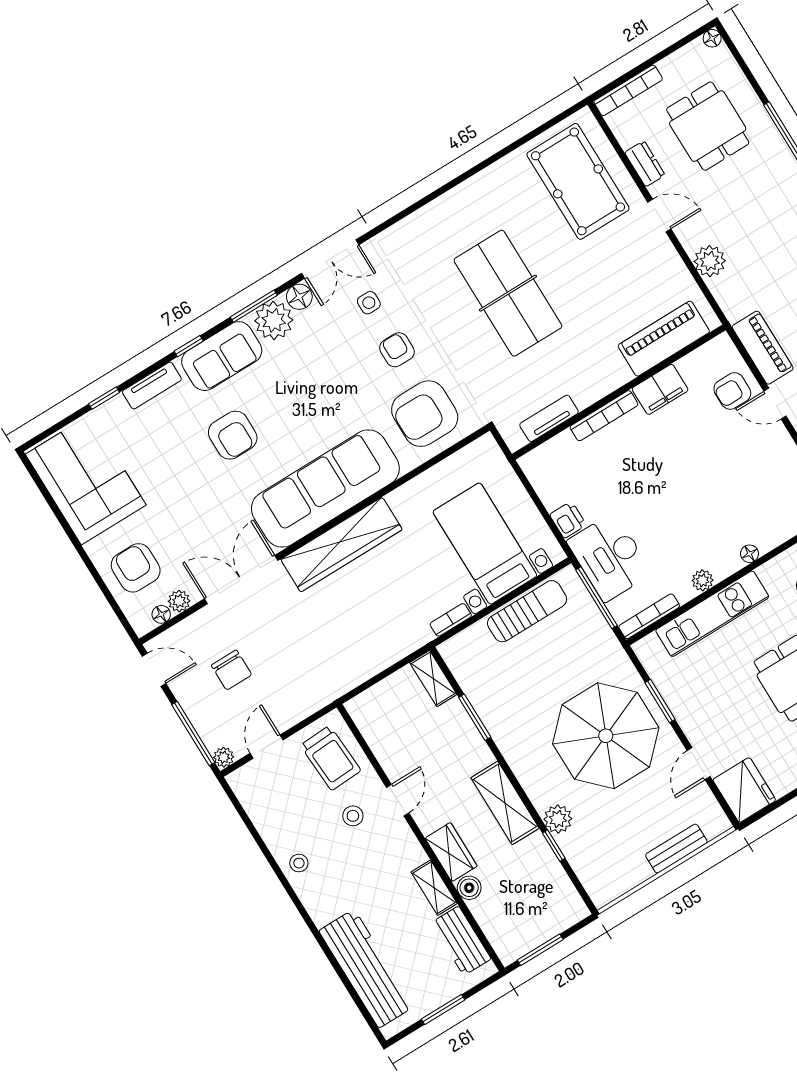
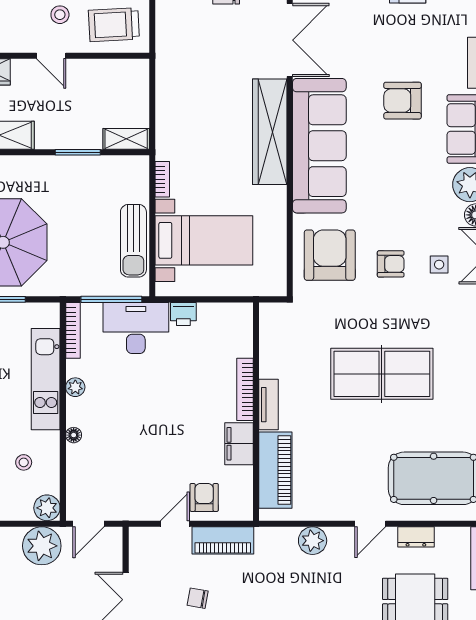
tv unit: (549, 418) -> (269, 405), moved

